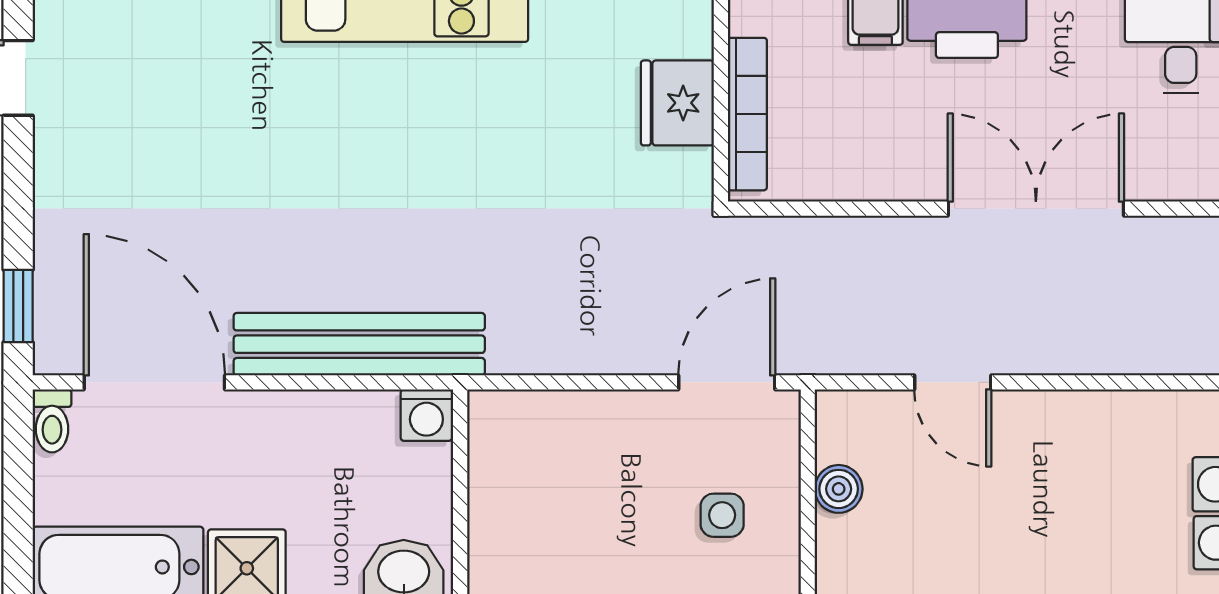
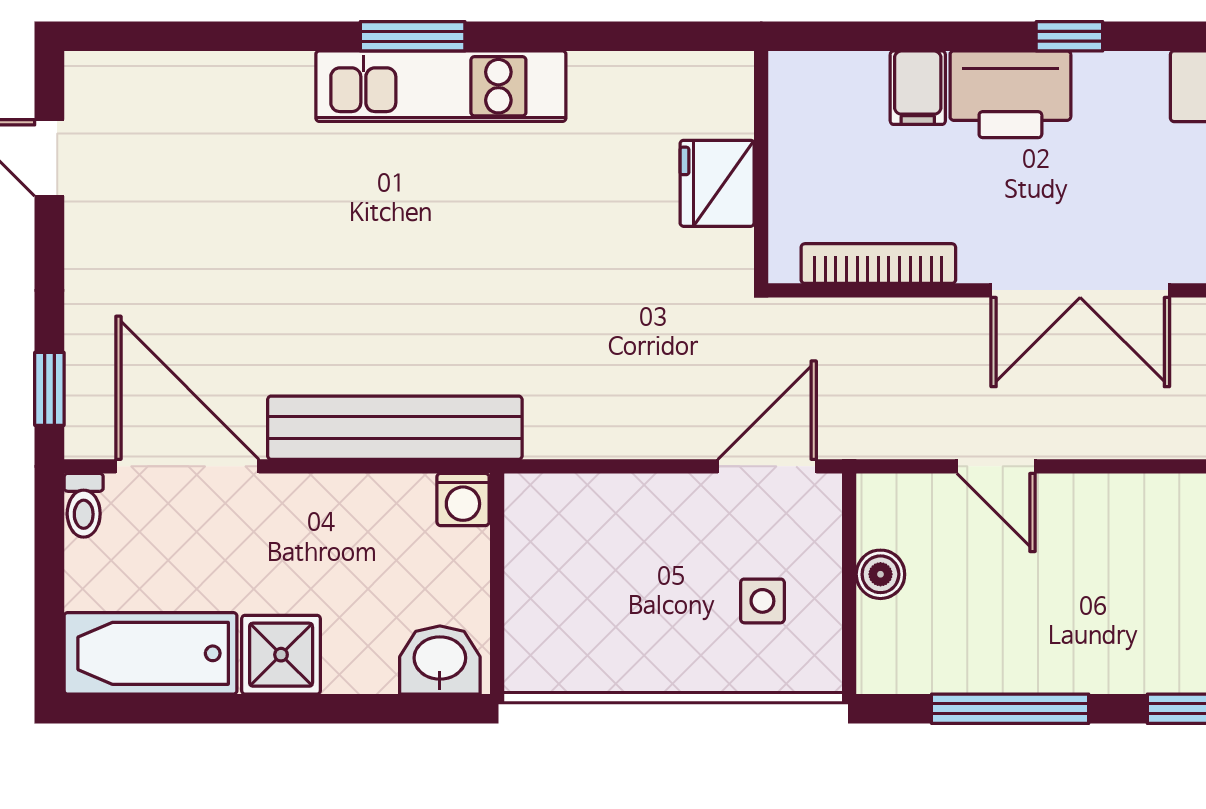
bookcase: (747, 114) -> (878, 264), moved, turned -90
double door: (1036, 209) -> (1080, 290), swing flipped

